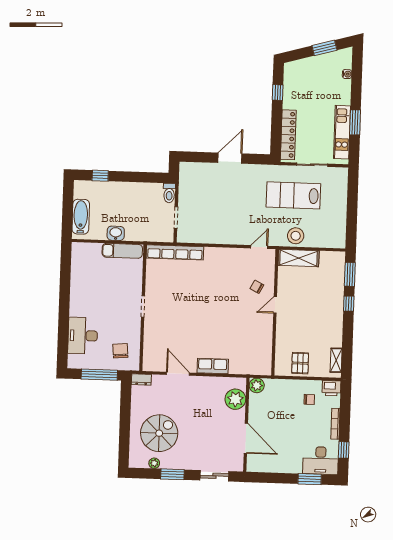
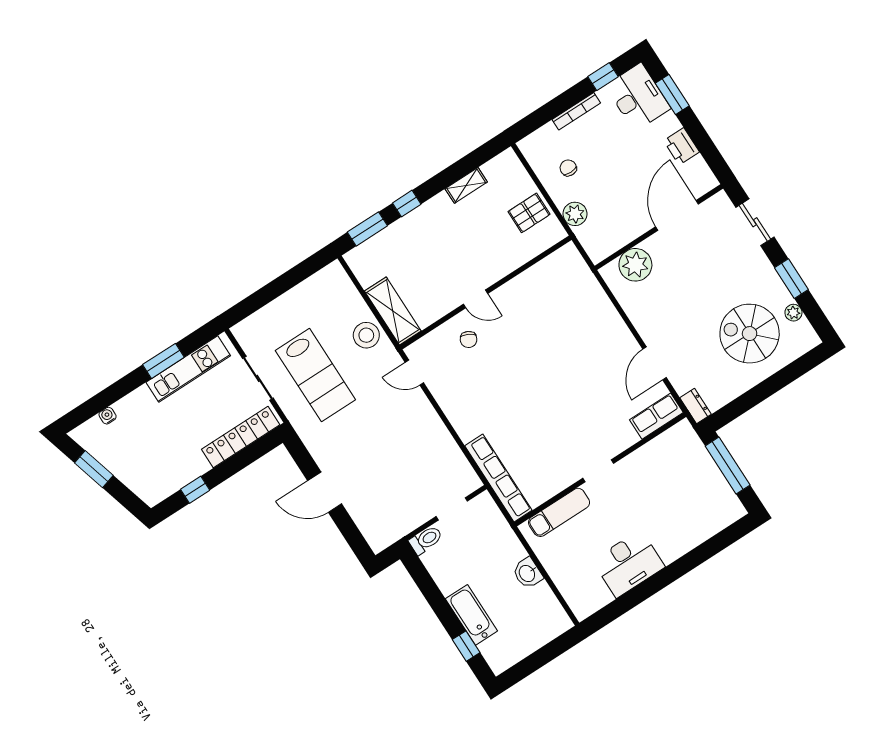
bathtub: (81, 217) -> (471, 615), moved, turned 90
exam couch: (122, 251) -> (559, 512), moved, turned 90
desk: (83, 336) -> (629, 564), moved
chair: (120, 351) -> (677, 460), removed
shelving: (336, 360) -> (466, 185), moved
row of seats: (213, 366) -> (656, 416), moved, turned 90
plant: (257, 385) -> (575, 214), moved
printer: (331, 388) -> (681, 146), moved, turned 180

